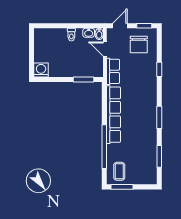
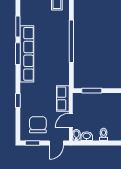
door: (105, 49) -> (71, 120), swing flipped
row of seats: (114, 115) -> (27, 54), moved, turned 180
window: (104, 147) -> (71, 41), moved
window: (159, 156) -> (18, 26), moved

